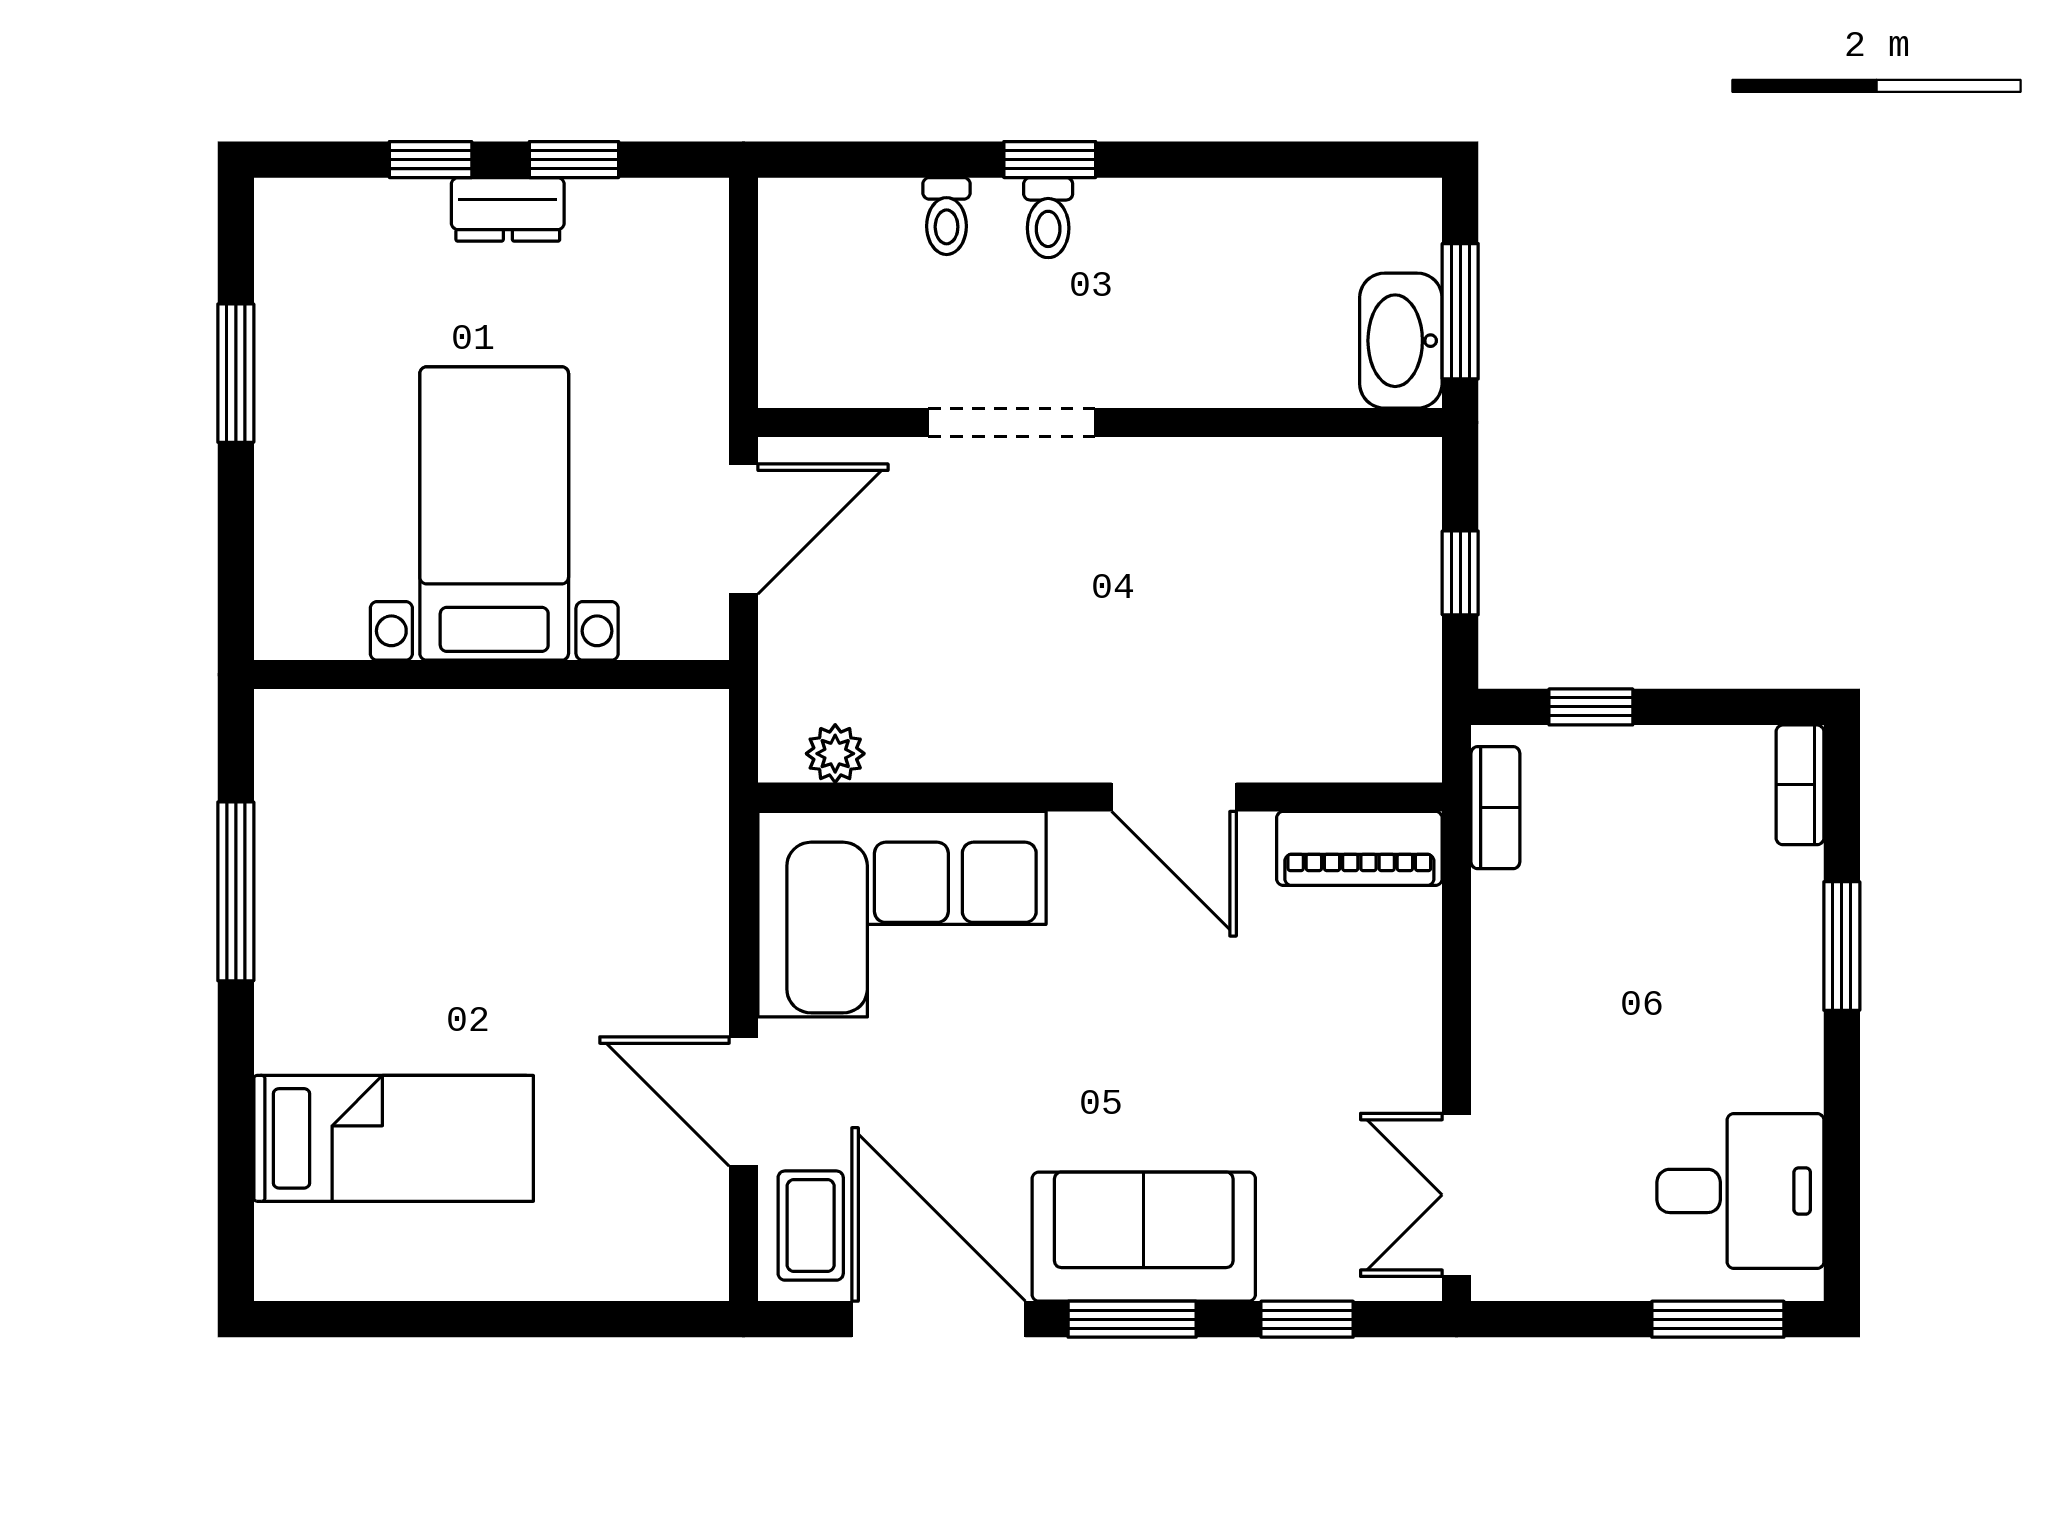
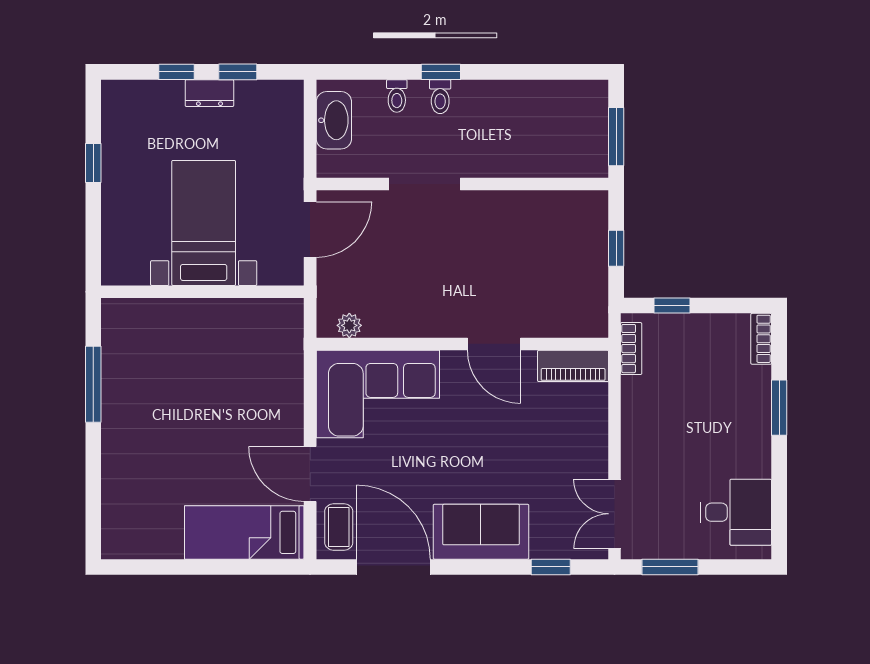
washbasin: (1401, 341) -> (334, 120), moved, turned 180
window: (236, 373) -> (93, 163), width x0.67
bed: (394, 1138) -> (244, 532), moved, turned 180
window: (1132, 1319) -> (476, 567), removed
window: (1718, 1319) -> (670, 567), moved

